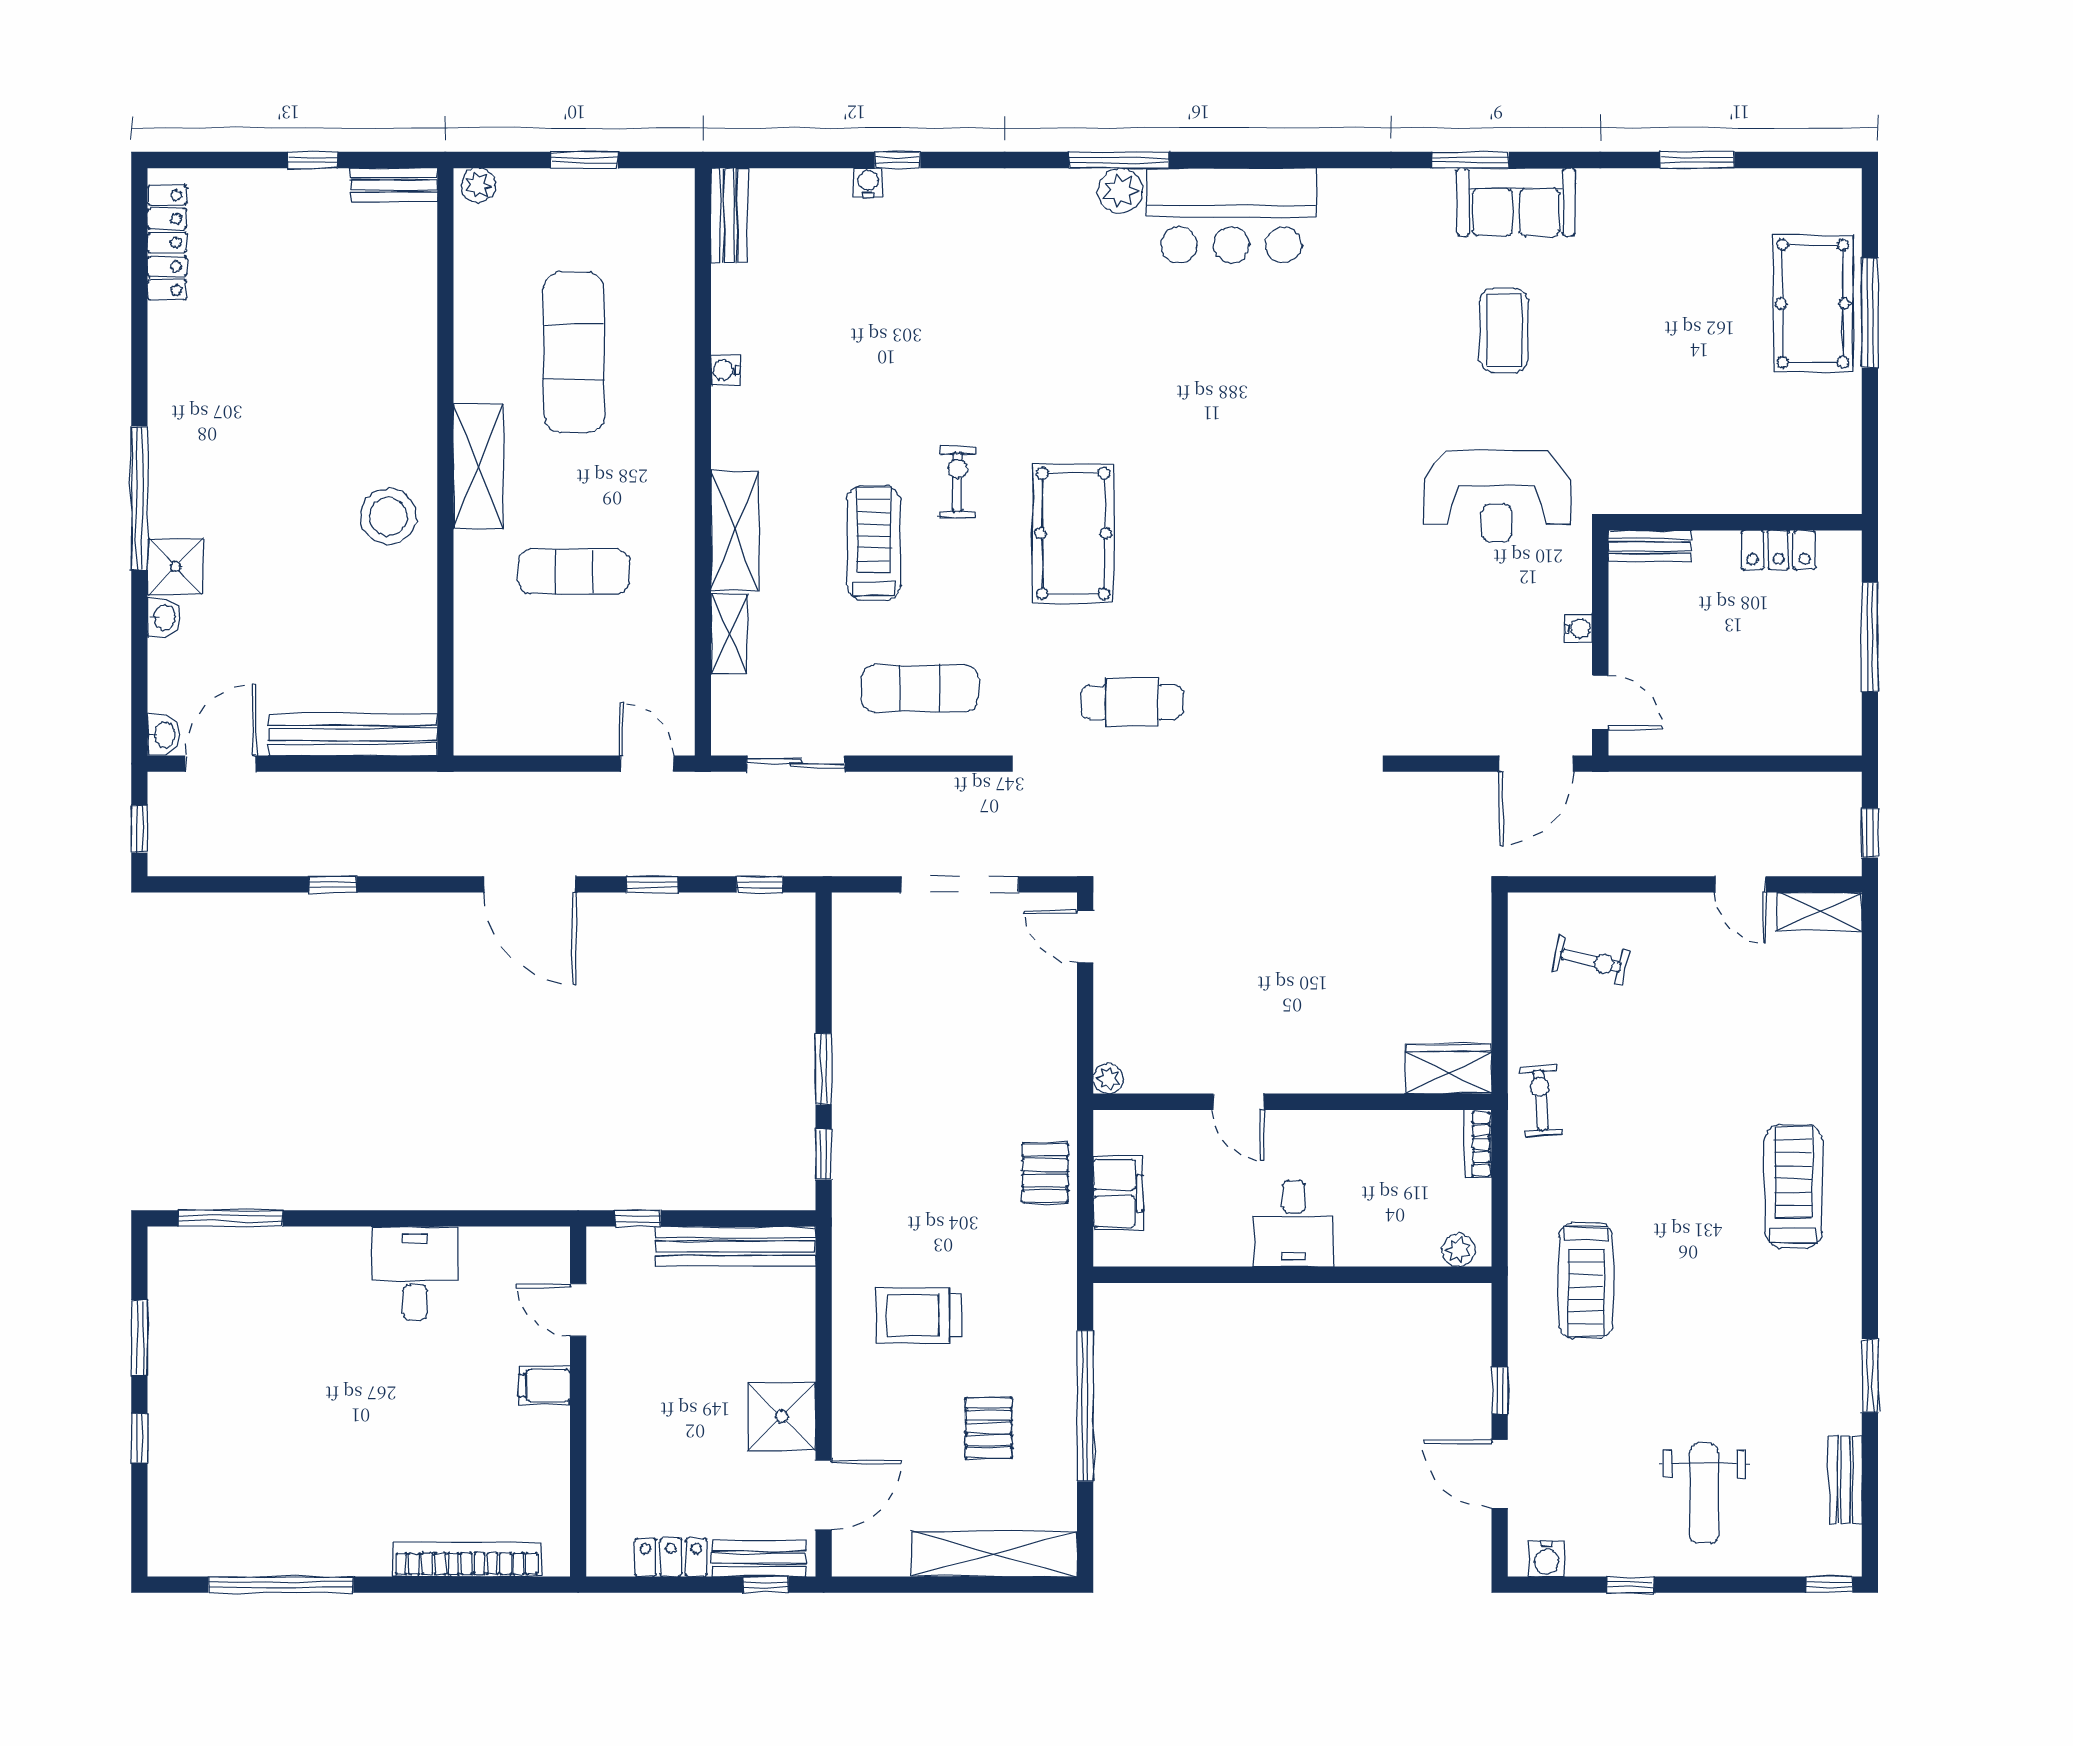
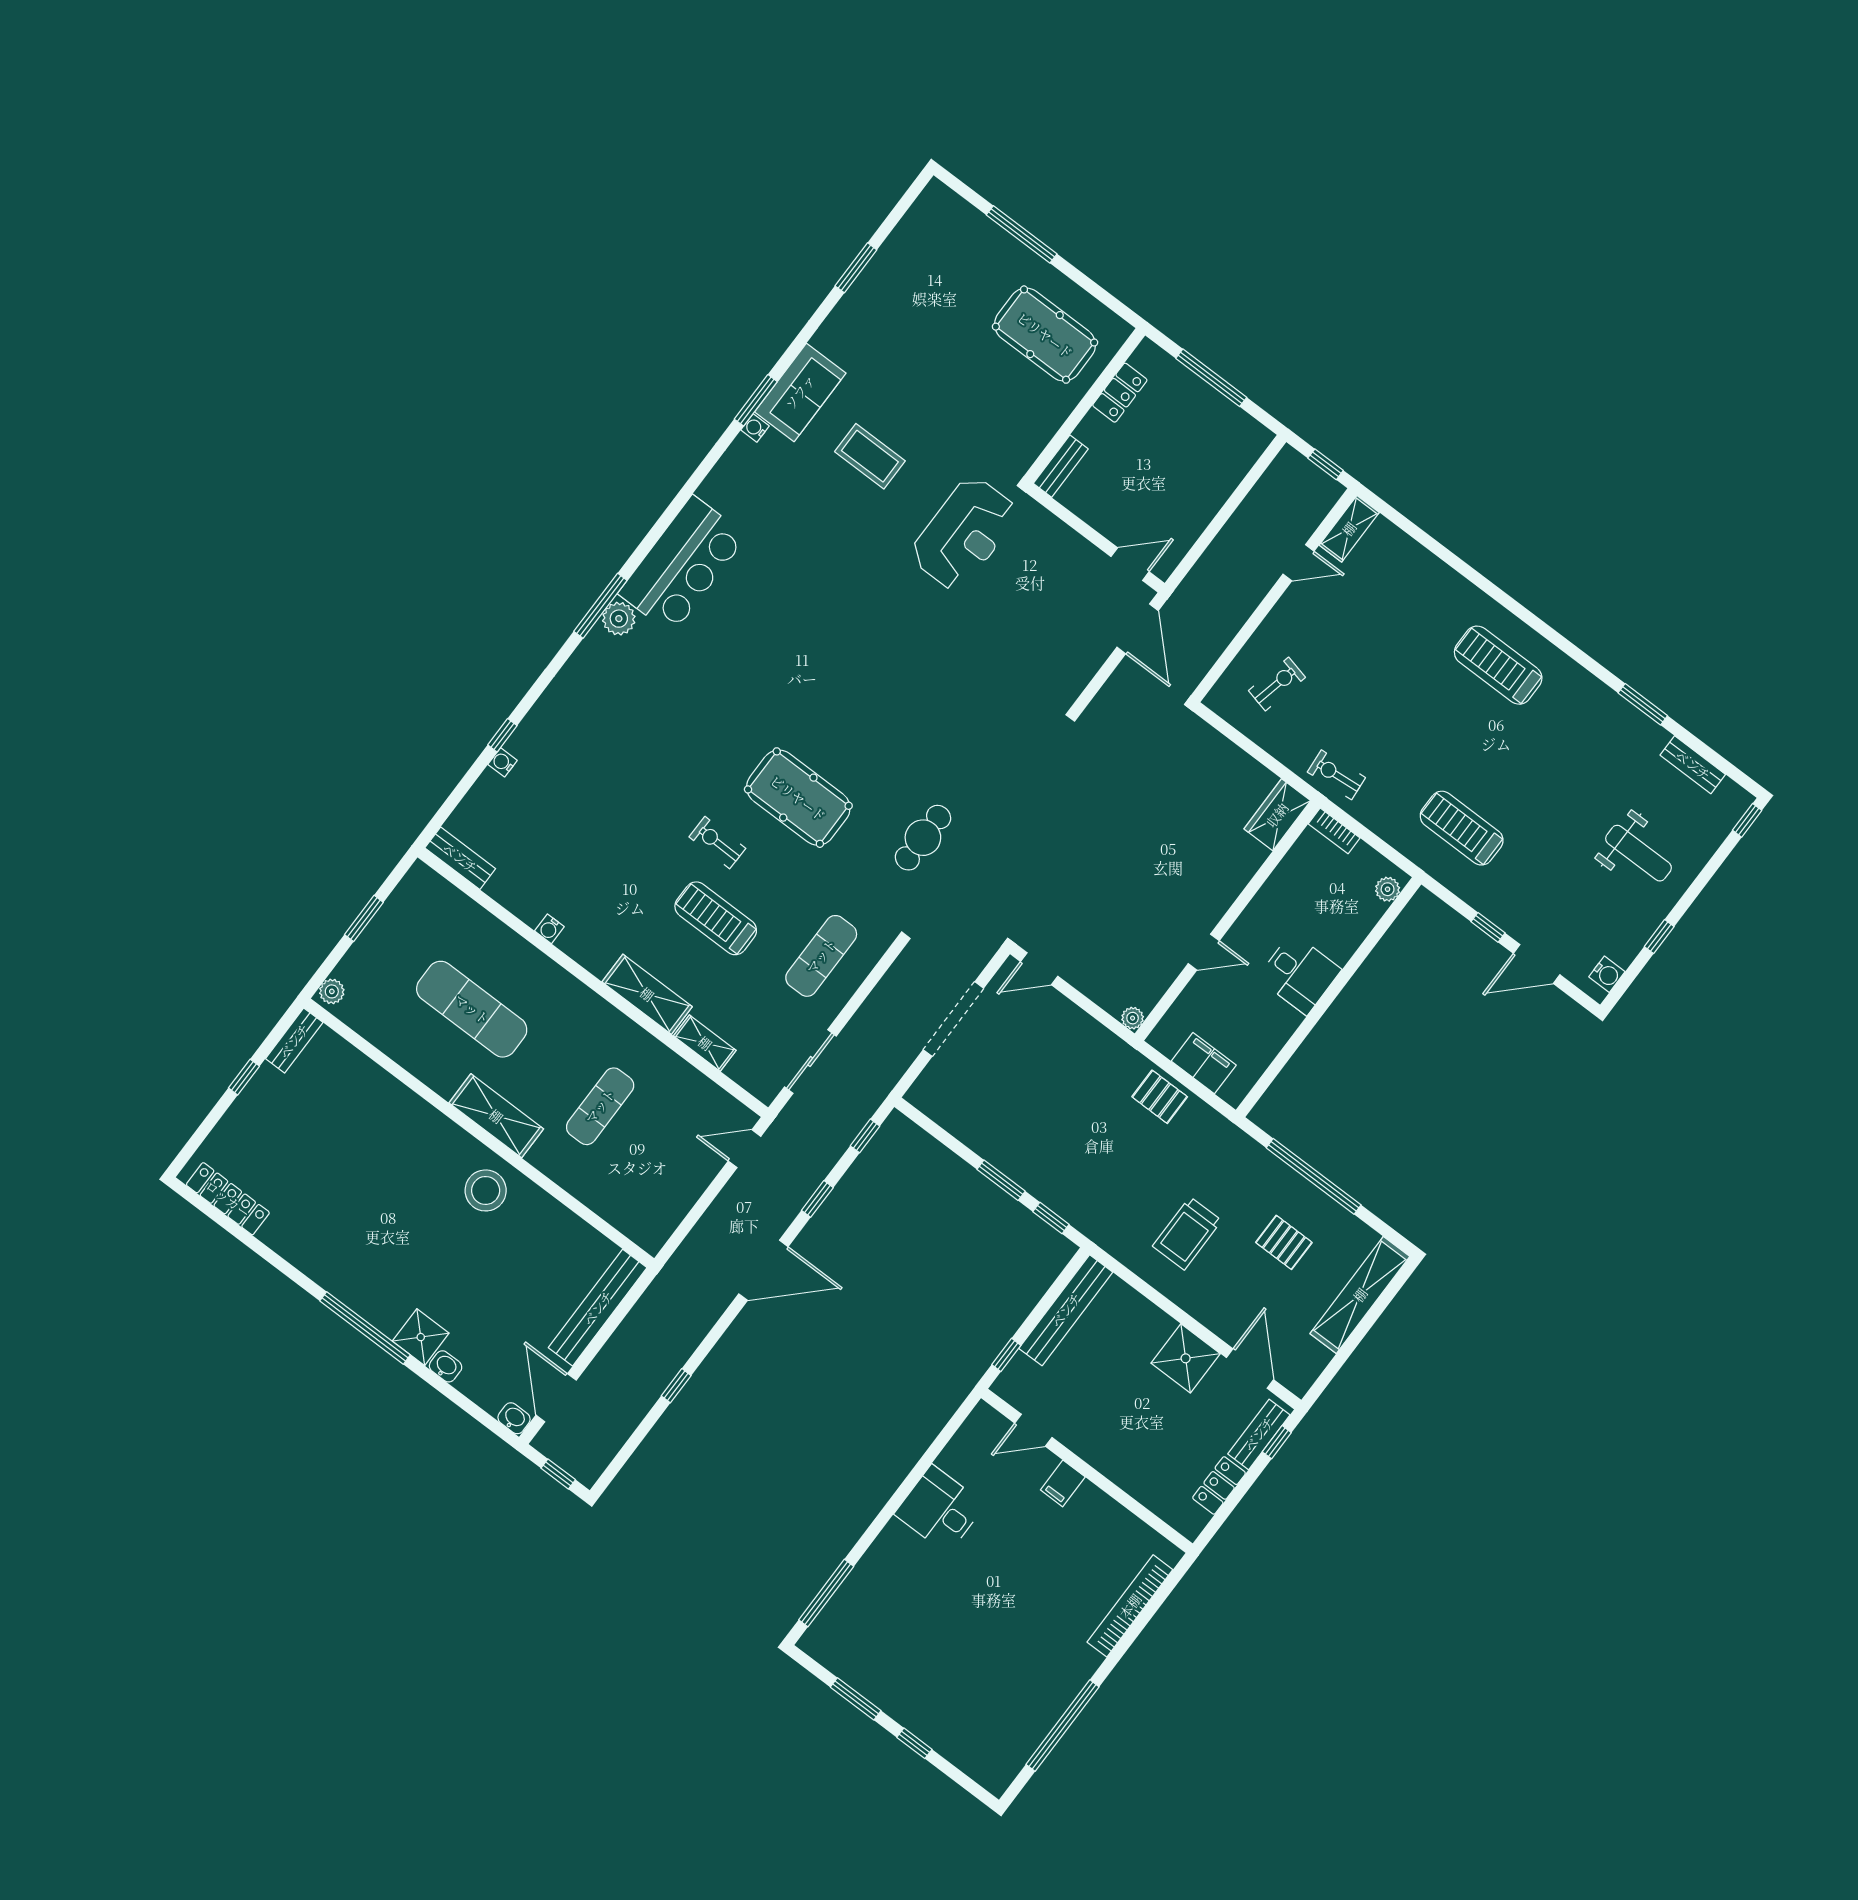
pool table: (1813, 303) -> (1045, 335), moved
water cooler: (1578, 629) -> (755, 428), moved, turned -90
treadmill: (1586, 1280) -> (1462, 828), turned 180

